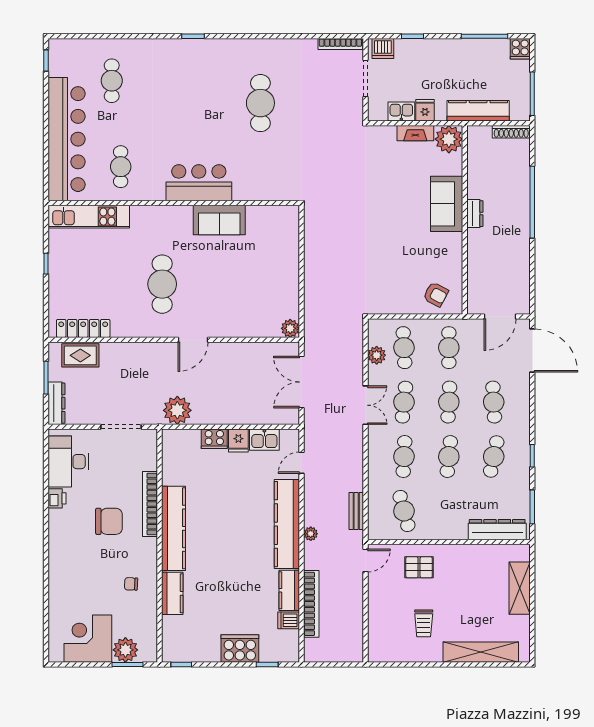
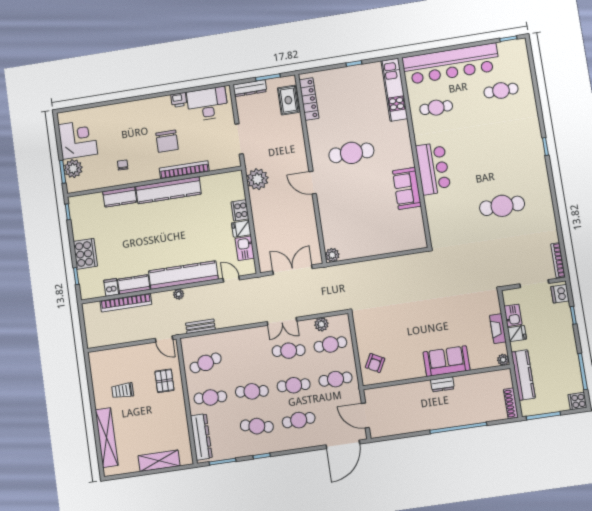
plant: (449, 139) -> (503, 360), width x0.53, depth x0.53
cafe table: (404, 457) -> (210, 397), moved

